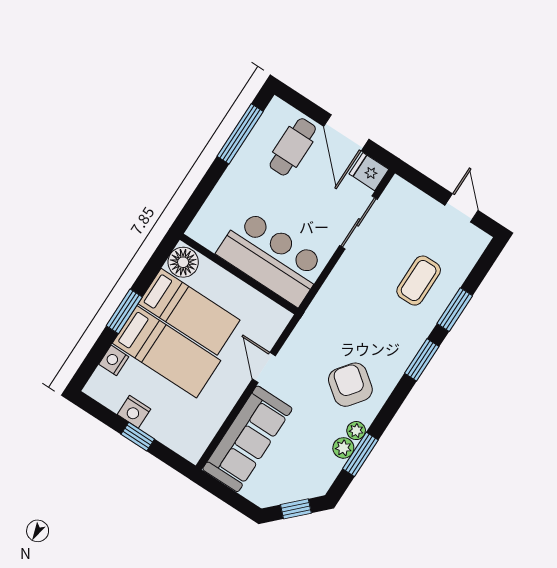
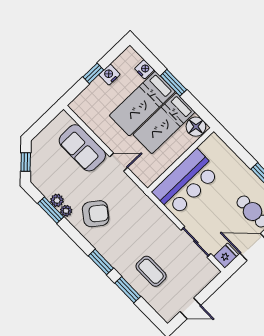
sofa: (247, 439) -> (82, 148), width x0.73

